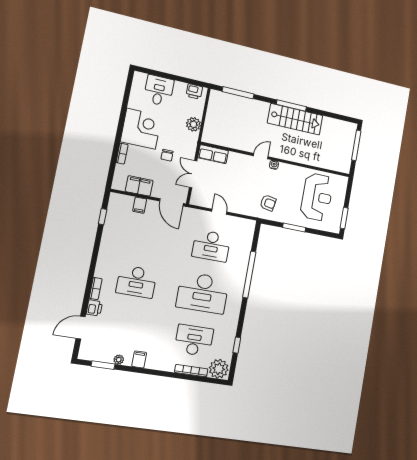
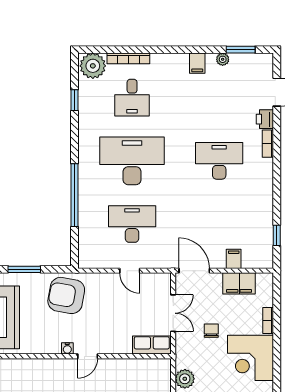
armchair: (268, 203) -> (66, 295), width x1.88, depth x1.88
desk: (194, 340) -> (132, 98), width x0.73

